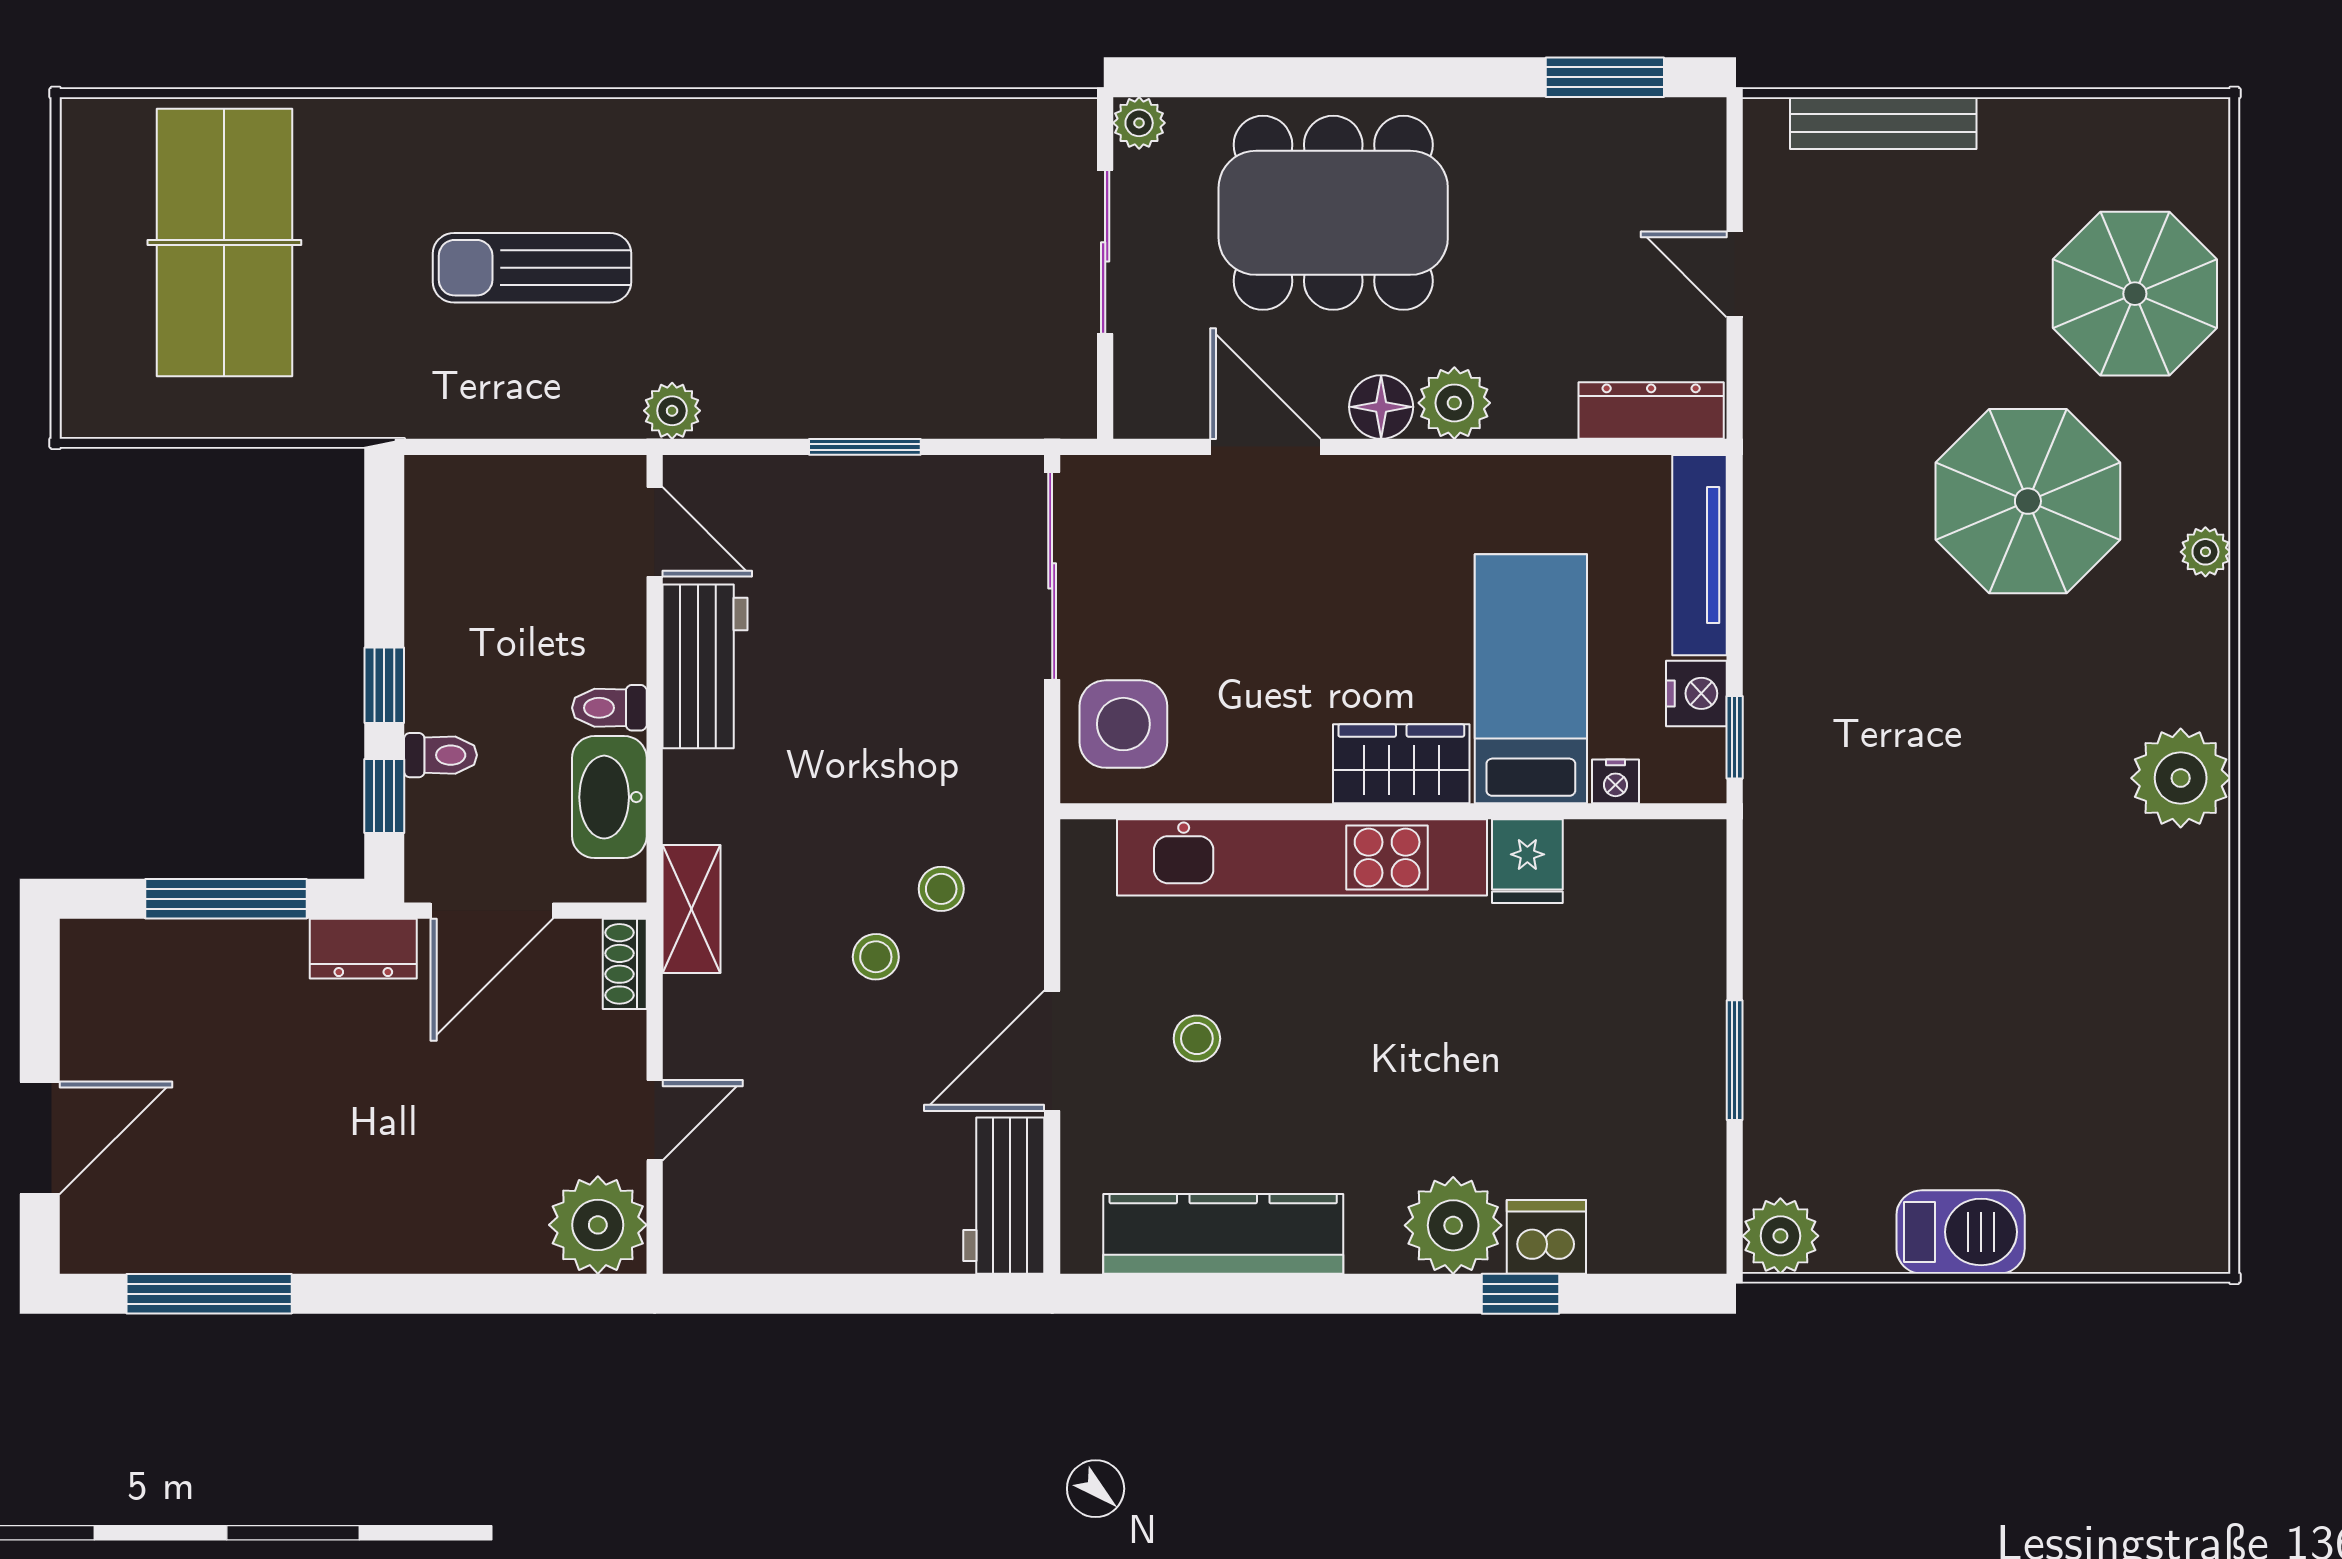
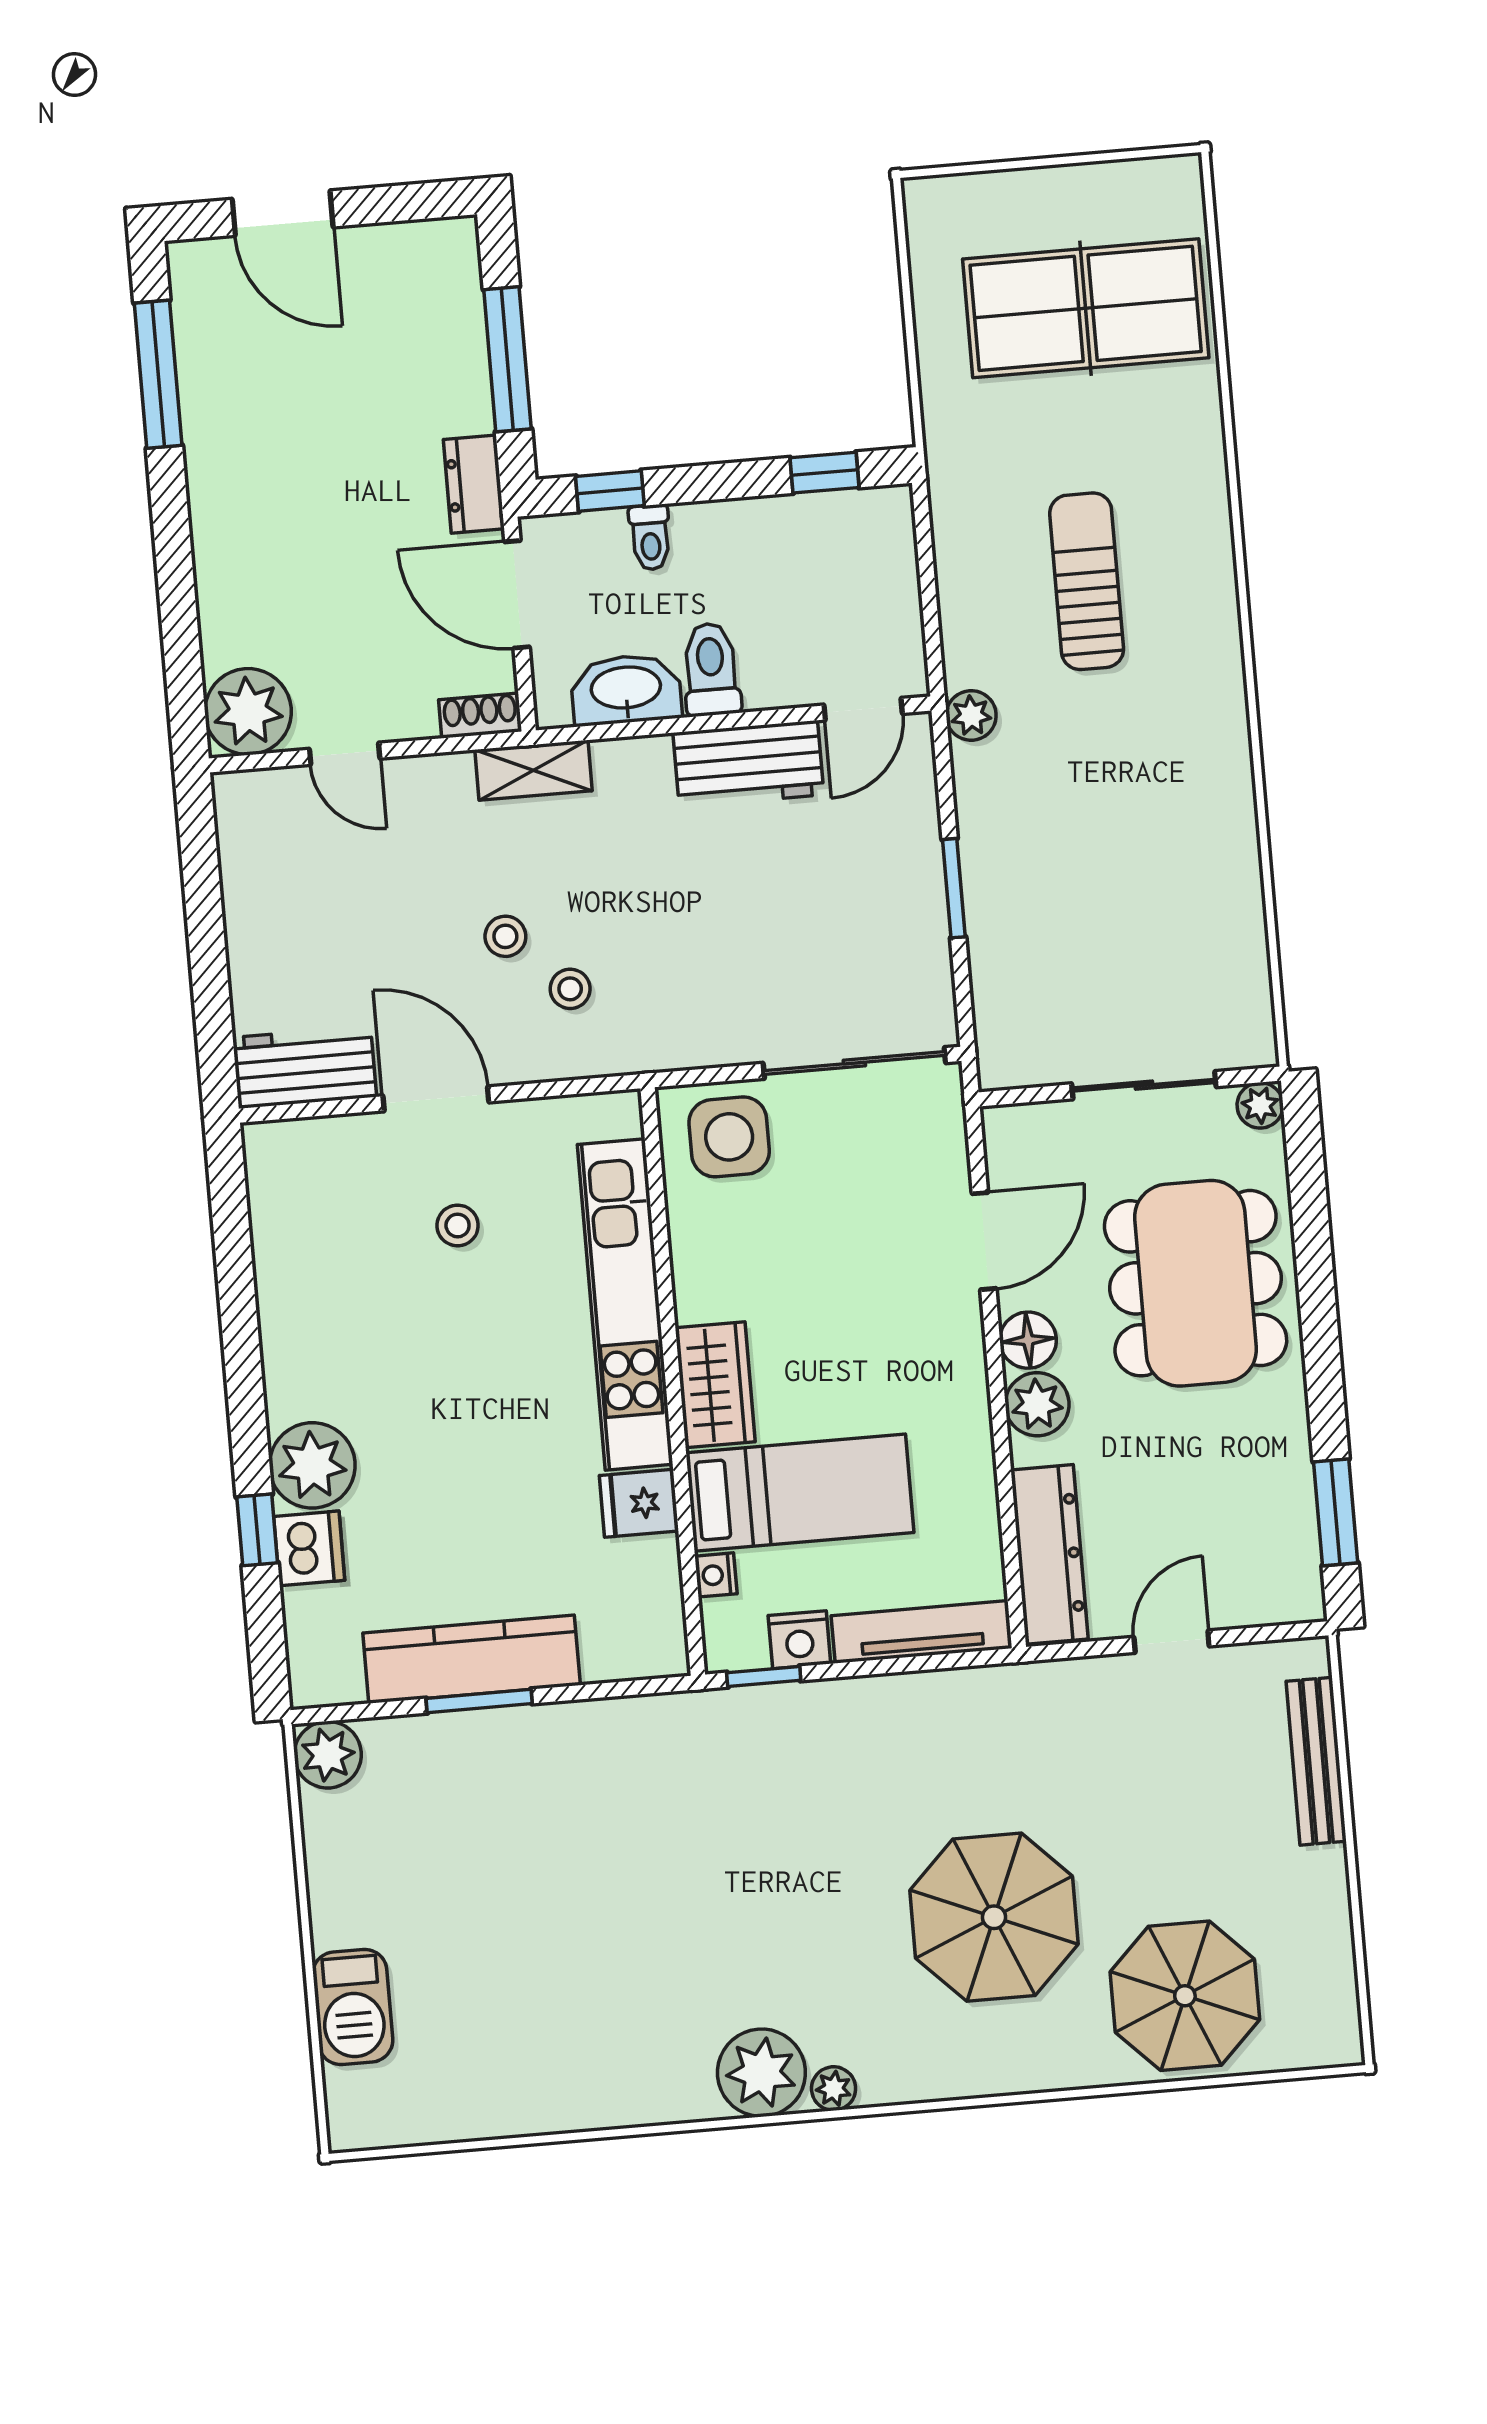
dresser: (1651, 410) -> (1049, 1554), width x1.37, depth x1.24
plant: (2205, 552) -> (834, 2089), moved
window: (384, 685) -> (824, 473), moved
toilet: (609, 708) -> (711, 669), width x1.37, depth x1.39
barbecue: (1961, 1232) -> (353, 2007), moved
kitchen counter: (1223, 1234) -> (472, 1659), moved, turned -90

